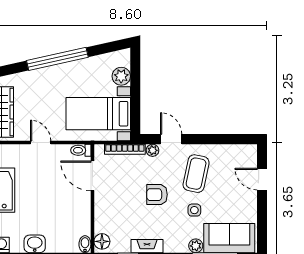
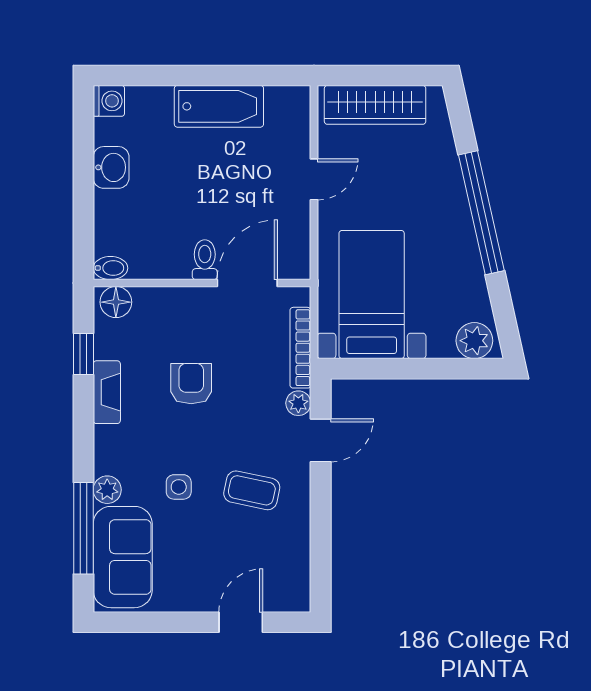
plant: (121, 76) -> (474, 341), moved
toilet: (81, 150) -> (205, 260), moved
coffee table: (196, 174) -> (252, 490), width x0.73, depth x0.77
armchair: (157, 195) -> (191, 384), moved

